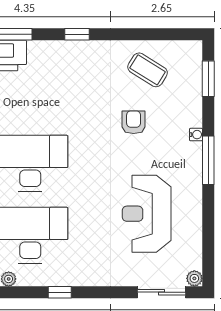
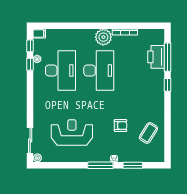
window: (77, 34) -> (167, 85), moved
window: (208, 79) -> (133, 165), moved
window: (60, 292) -> (30, 64), moved

